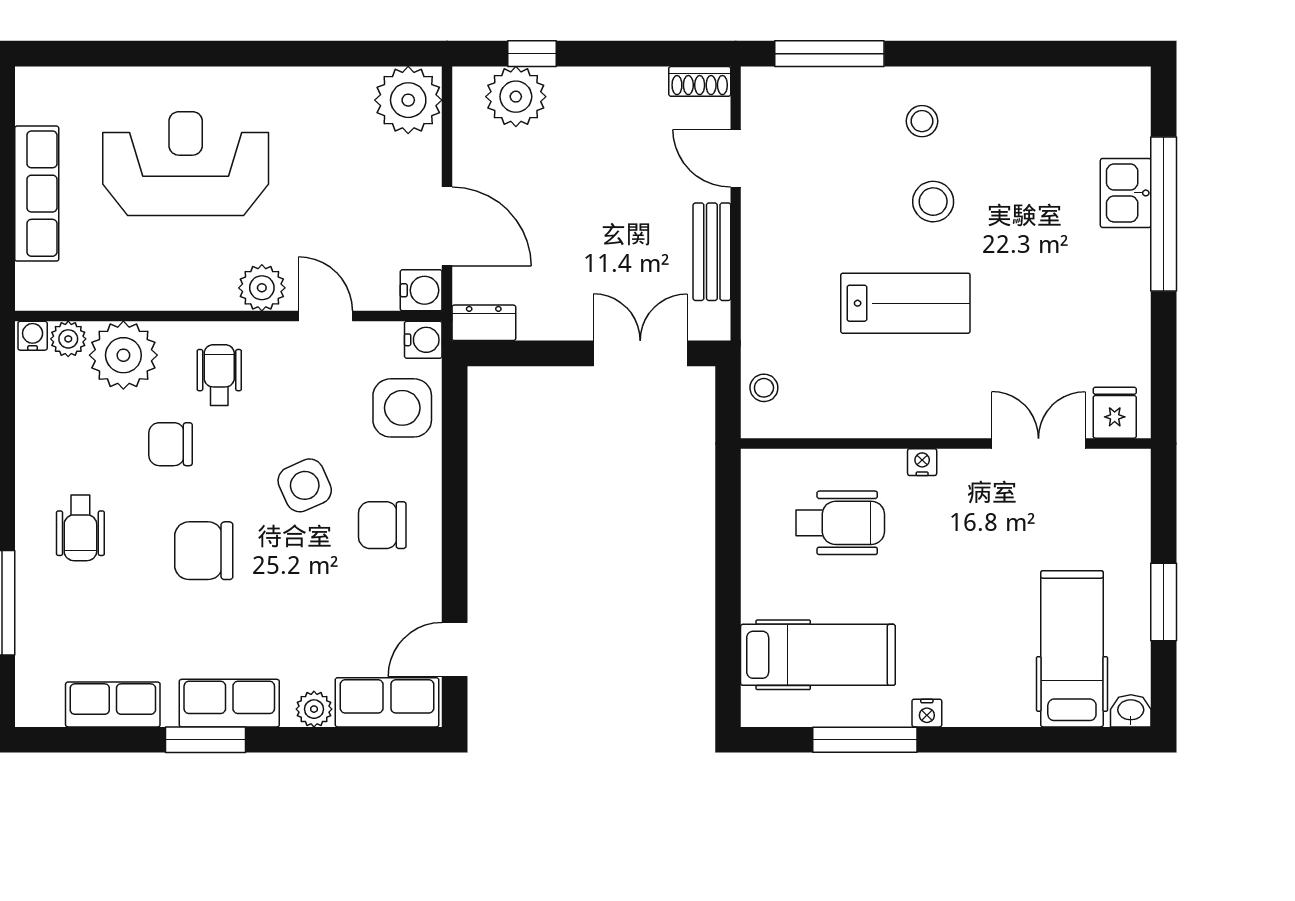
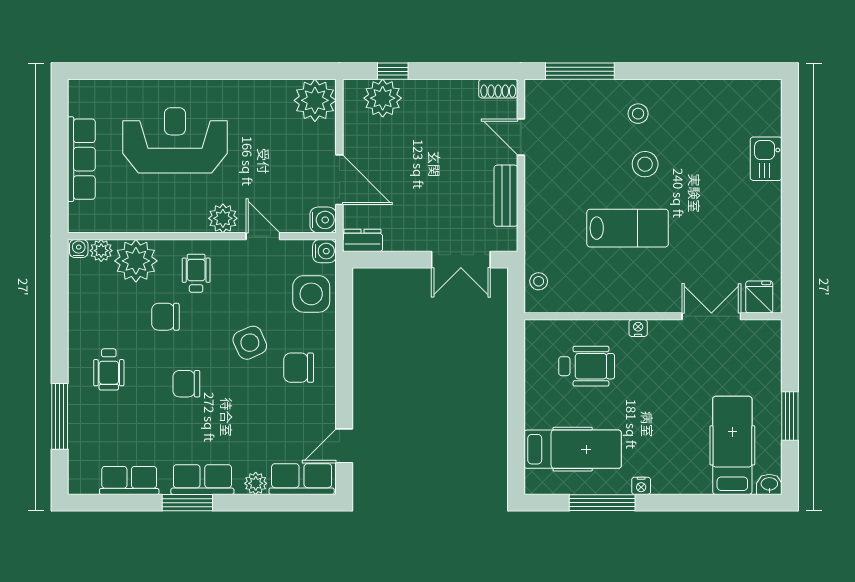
window: (1164, 214) -> (790, 172), removed
double door: (640, 353) -> (461, 260), swing flipped
chair: (204, 551) -> (186, 384), width x0.73, depth x0.73

